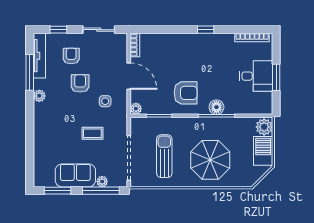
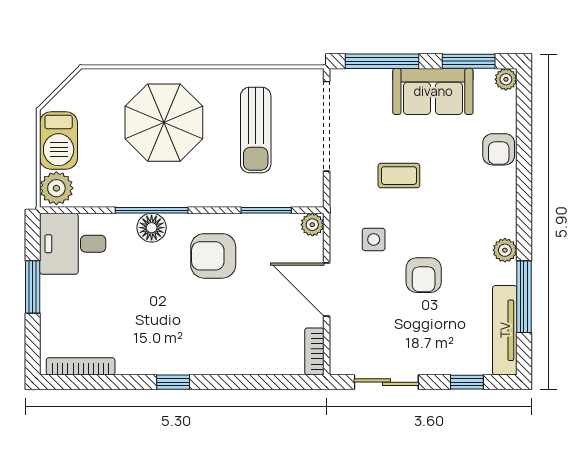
armchair: (71, 56) -> (499, 149), moved
desk: (256, 76) -> (73, 244), moved
plant: (102, 182) -> (506, 79), moved

